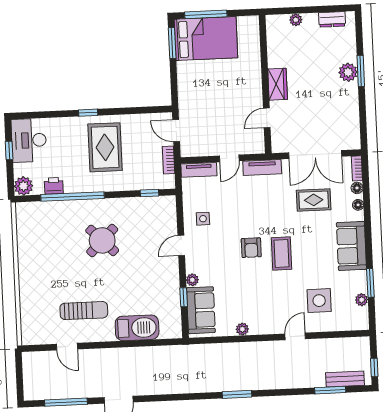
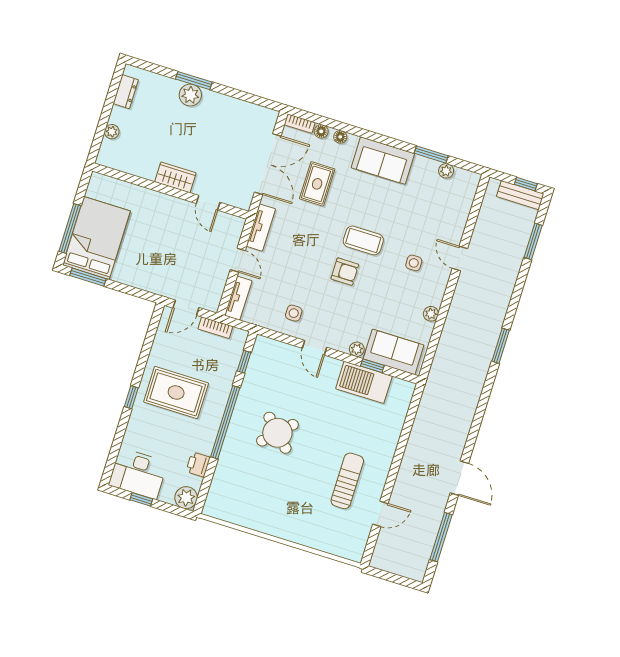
window: (72, 197) -> (225, 422), moved
side table: (319, 301) -> (414, 263), moved, width x0.54, depth x0.54
barbecue: (137, 328) -> (364, 382), moved, turned -90
bench: (345, 379) -> (520, 195), moved, turned 90

